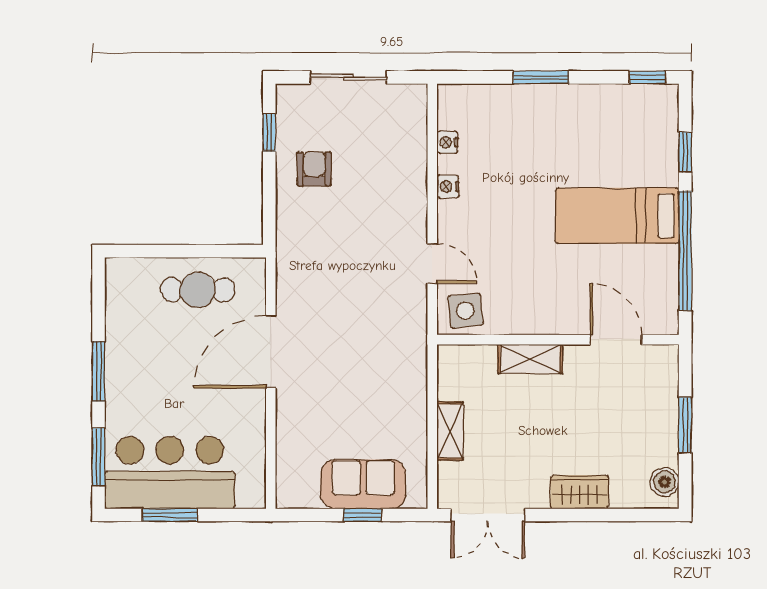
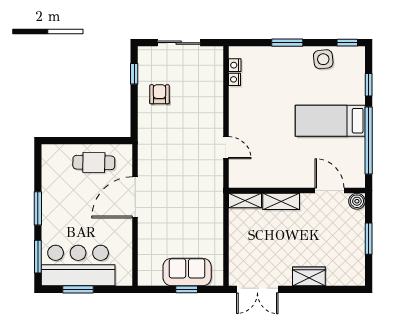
nightstand: (448, 187) -> (235, 65), moved
side table: (465, 311) -> (323, 59), moved
shelving: (450, 431) -> (245, 201), moved, turned 90
boiler: (665, 482) -> (357, 201), moved

